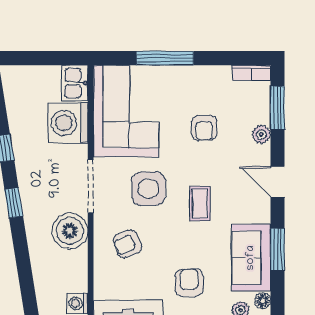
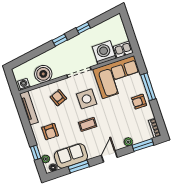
armchair: (204, 128) -> (139, 102), moved
boiler: (70, 231) -> (43, 74), moved
armchair: (189, 283) -> (50, 132), turned 90

